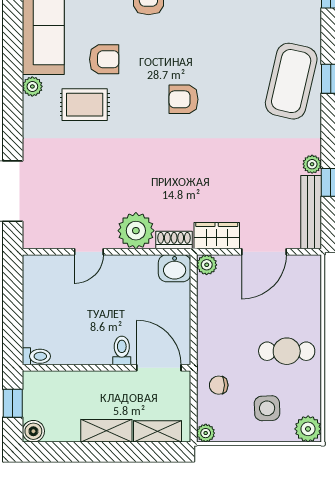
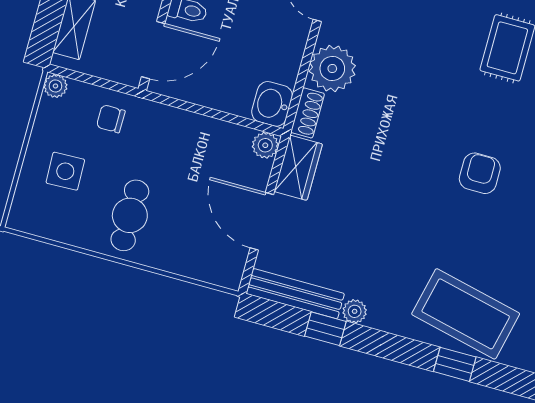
chair: (219, 385) -> (111, 119), turned -90
plant: (308, 429) -> (25, 215), removed

